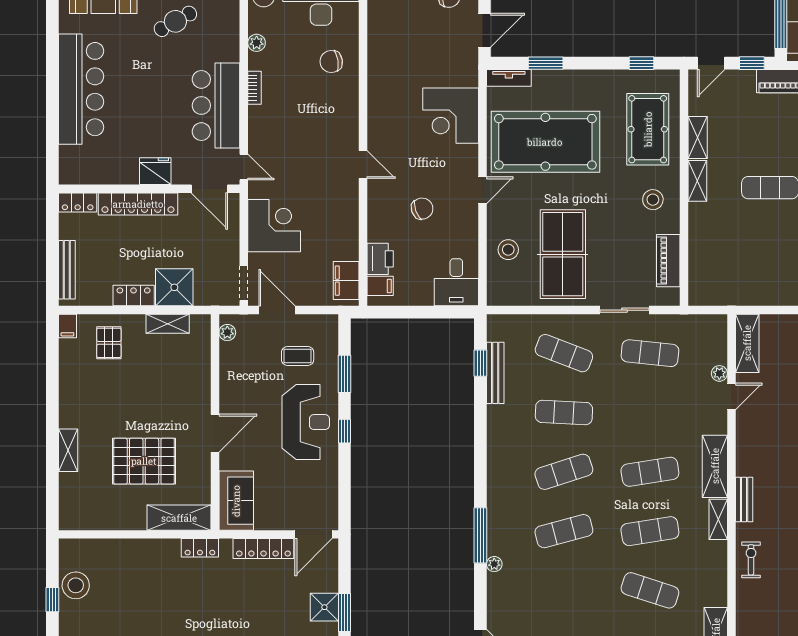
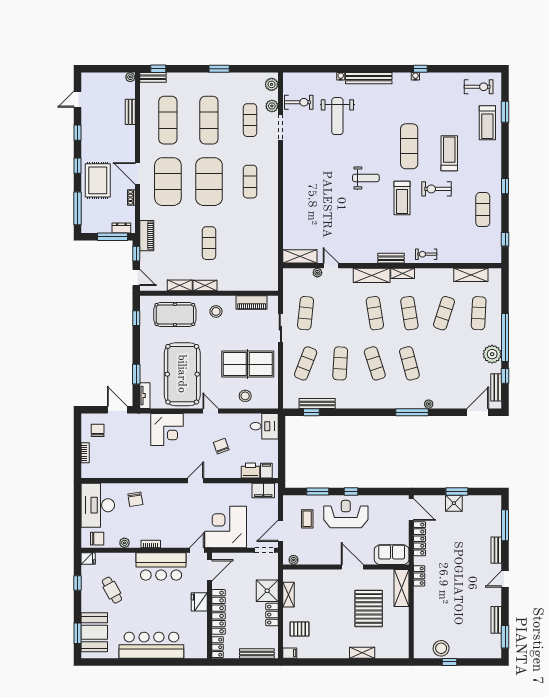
corner desk: (274, 226) -> (226, 527), width x1.36, depth x1.36

